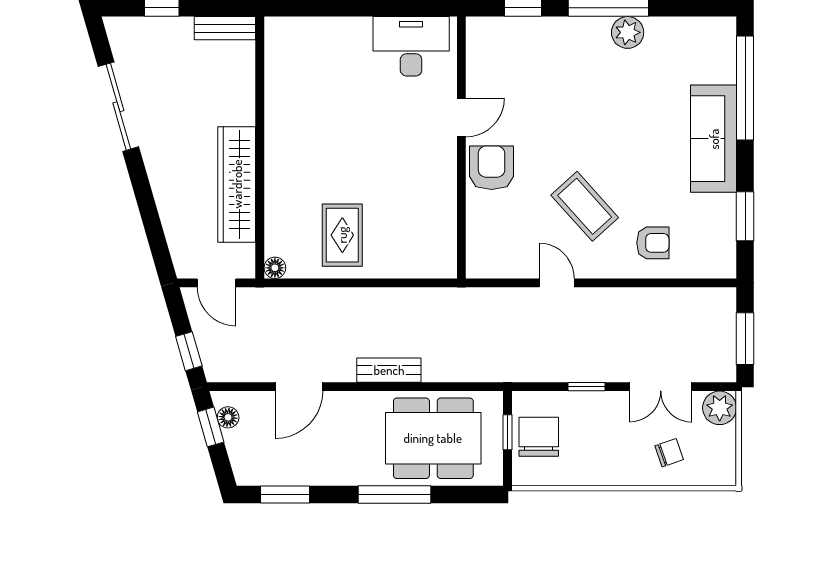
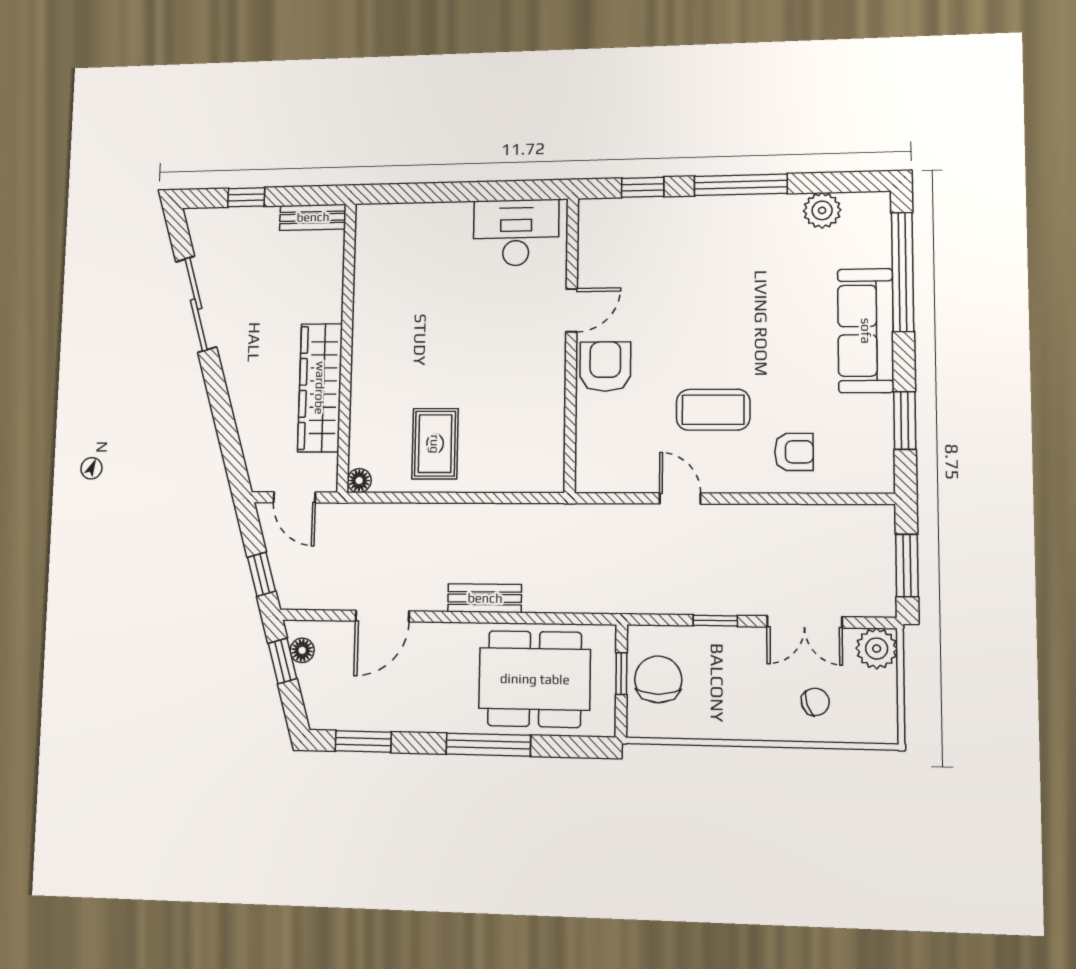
plant: (628, 32) -> (822, 210), moved
coffee table: (585, 206) -> (713, 410), turned -48

